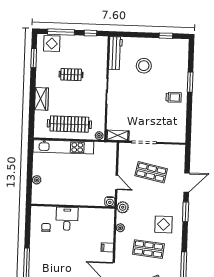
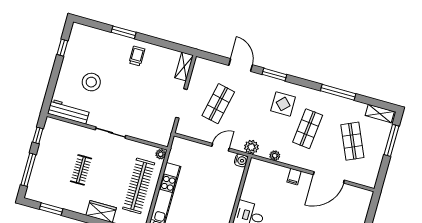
display table: (52, 44) -> (39, 184), removed
shelving: (118, 135) -> (184, 67), moved

